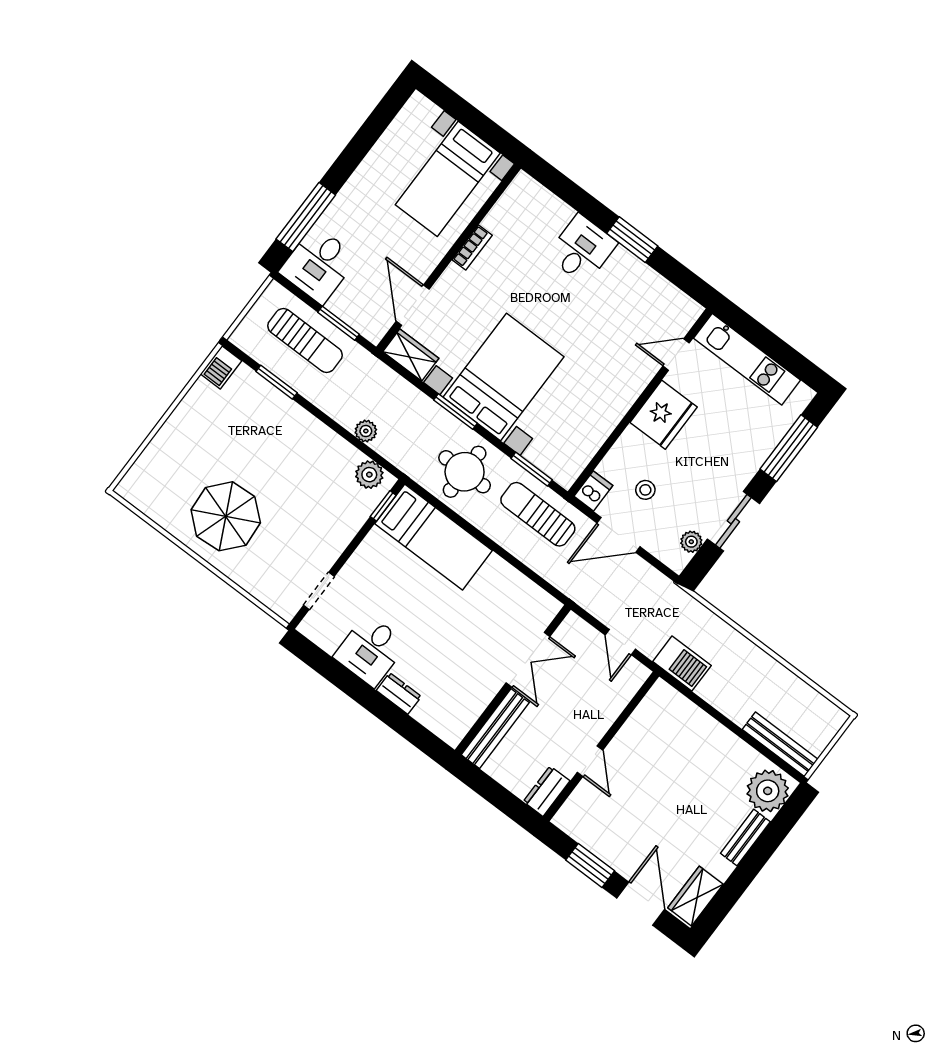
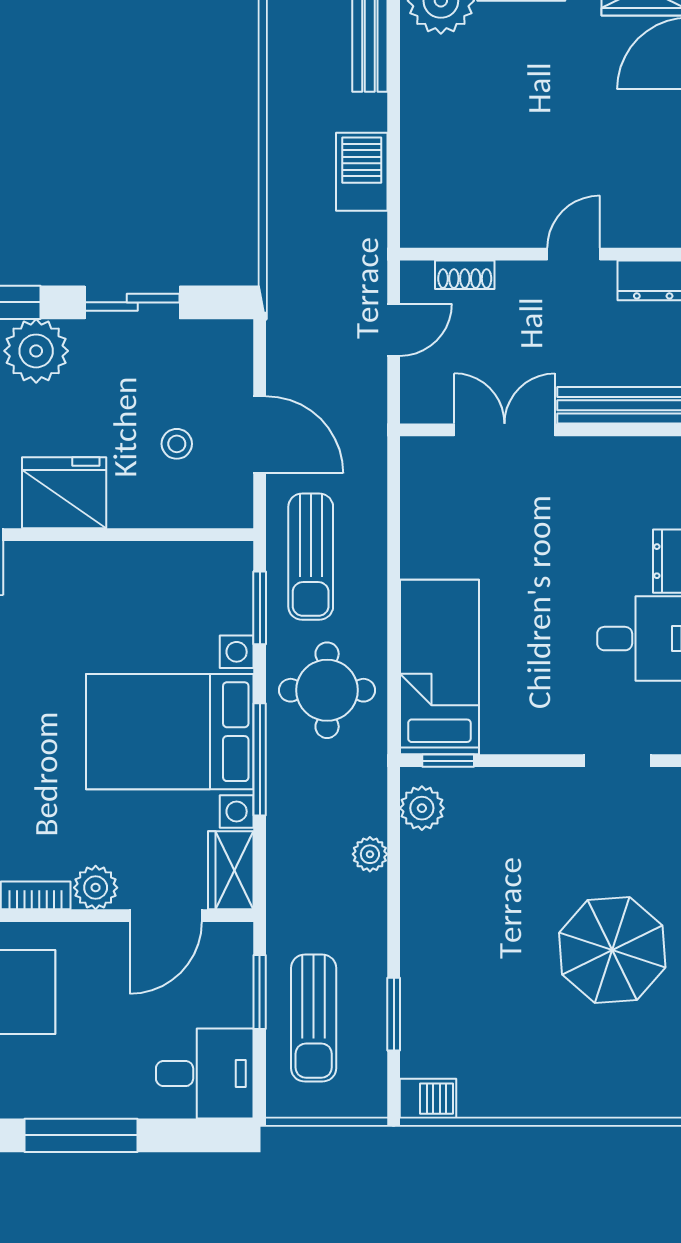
window: (306, 217) -> (81, 1135), moved
plant: (453, 281) -> (96, 888), added
sun lounger: (305, 340) -> (314, 1018), turned 180
window: (455, 412) -> (260, 759), width x1.44
dishwasher: (593, 491) -> (228, 509), removed
plant: (691, 542) -> (36, 351), moved, width x1.88, depth x1.88
barbecue: (682, 664) -> (362, 172), moved
shoe rack: (621, 699) -> (465, 275), added

